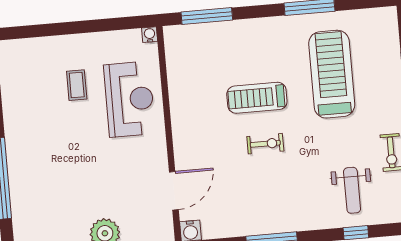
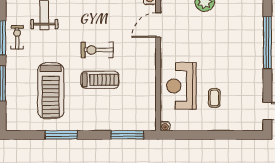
exercise bike: (265, 144) -> (97, 50), width x1.38, depth x1.39

